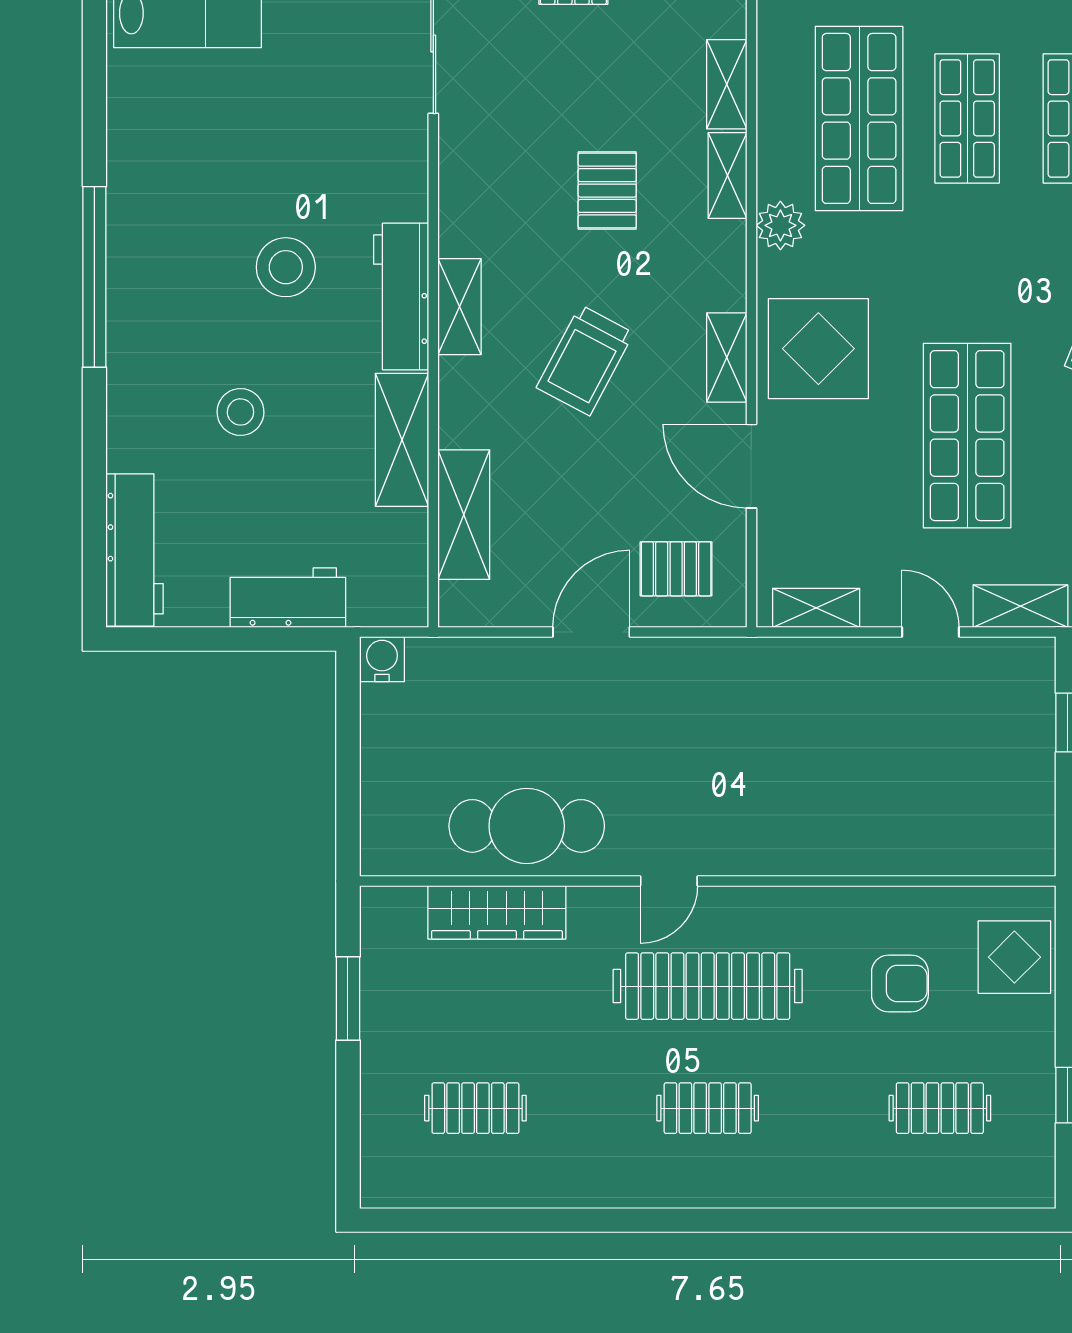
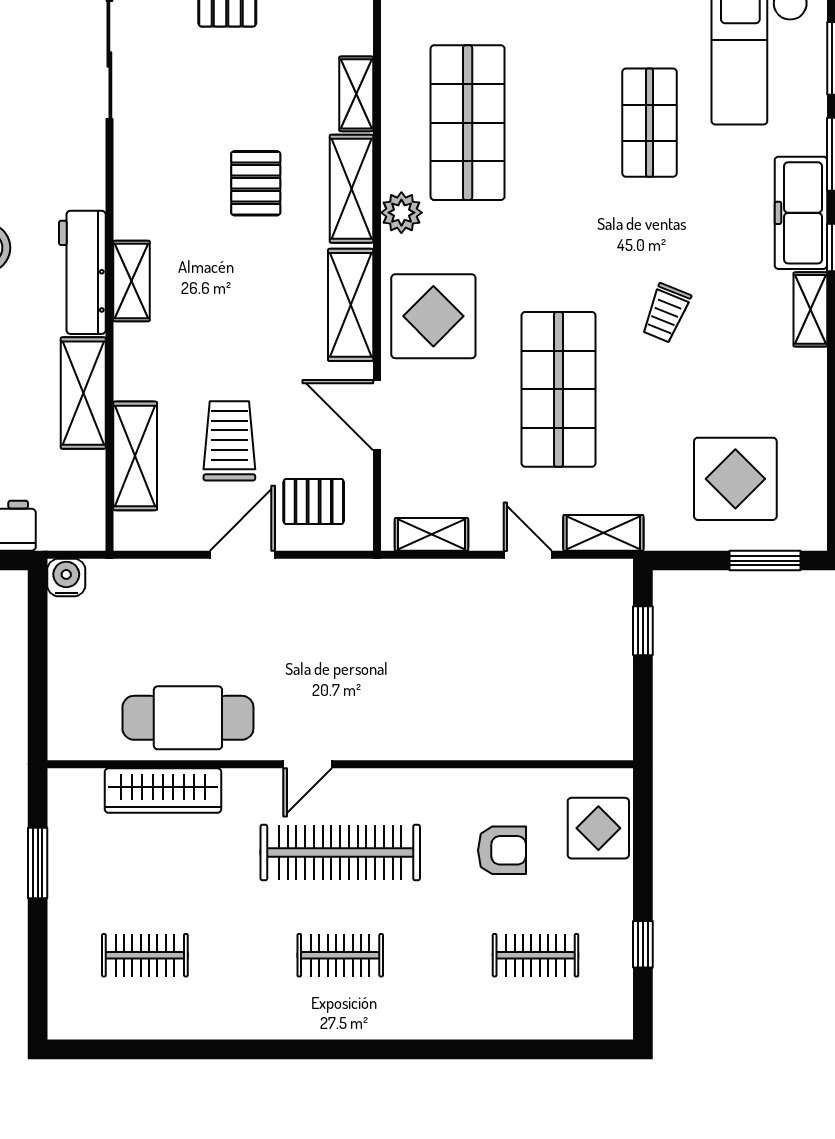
shop shelf: (967, 118) -> (559, 123), removed
shelving: (728, 176) -> (352, 189), width x1.50, depth x1.33
shelving: (727, 357) -> (351, 305), width x1.50, depth x1.33
trolley: (585, 360) -> (229, 441), moved, turned 152

